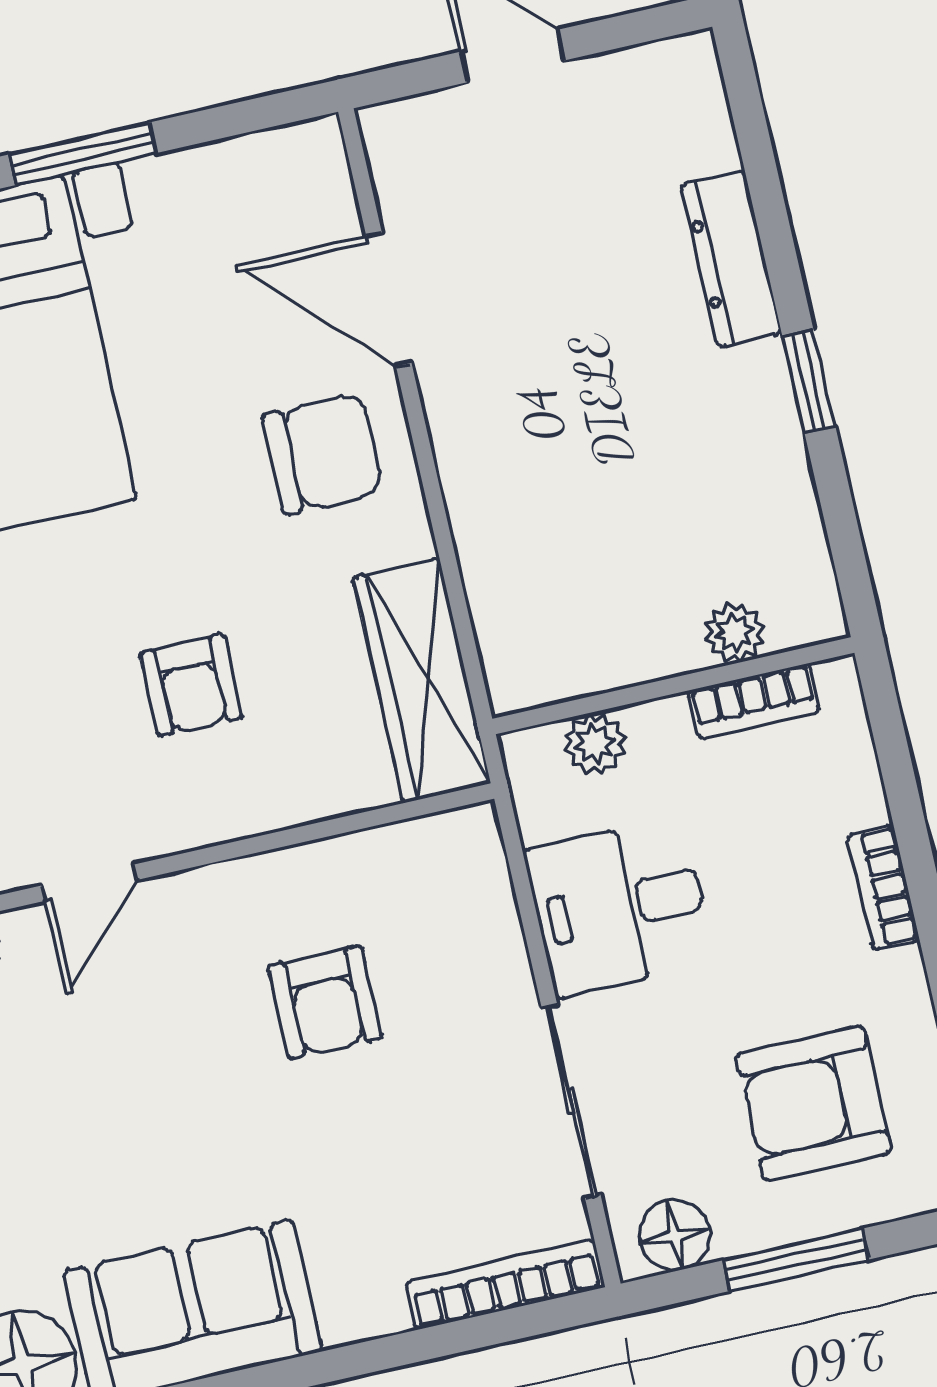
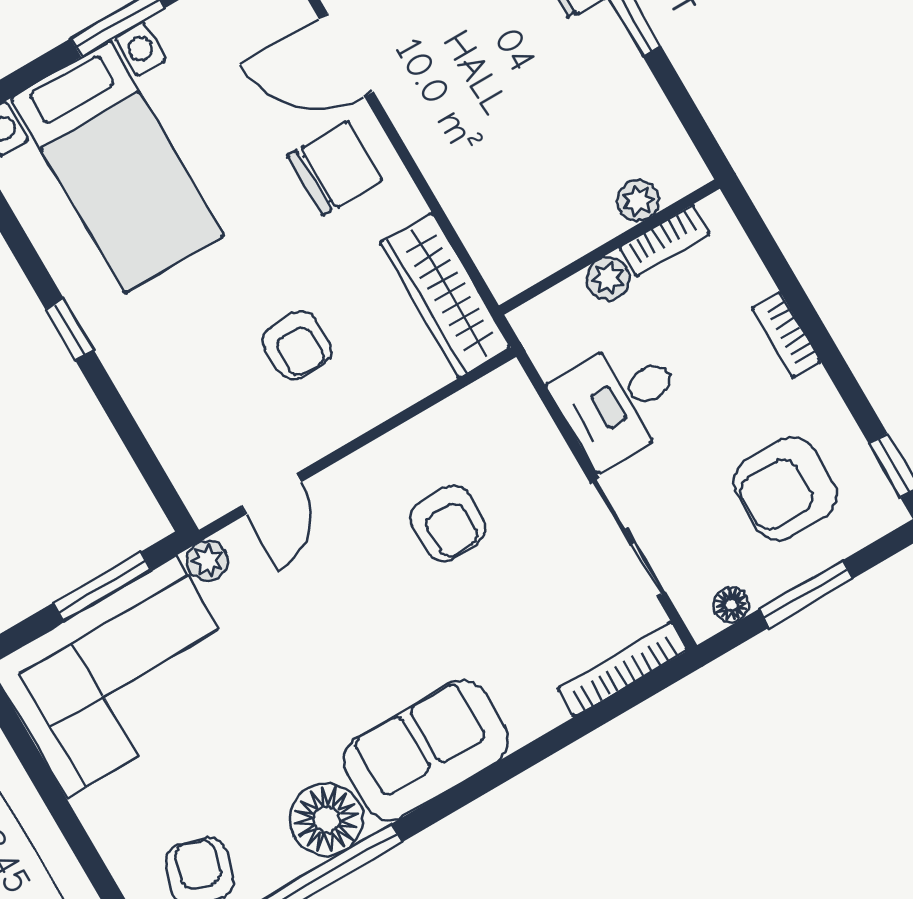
plant: (595, 744) -> (608, 279), moved
floor lamp: (675, 1235) -> (731, 605), width x0.73, depth x0.73

